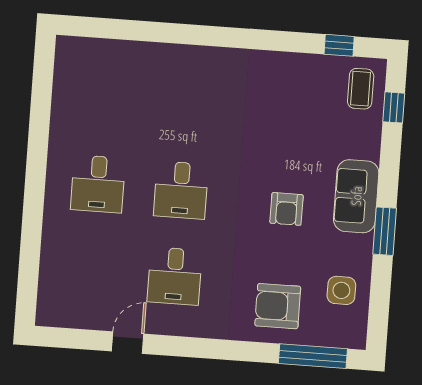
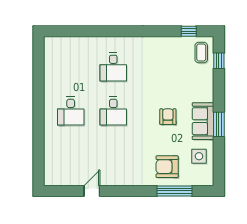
sofa: (356, 196) -> (203, 121), moved
armchair: (286, 209) -> (168, 117), turned 180
desk: (175, 276) -> (113, 67), moved
window: (313, 356) -> (174, 191), moved

